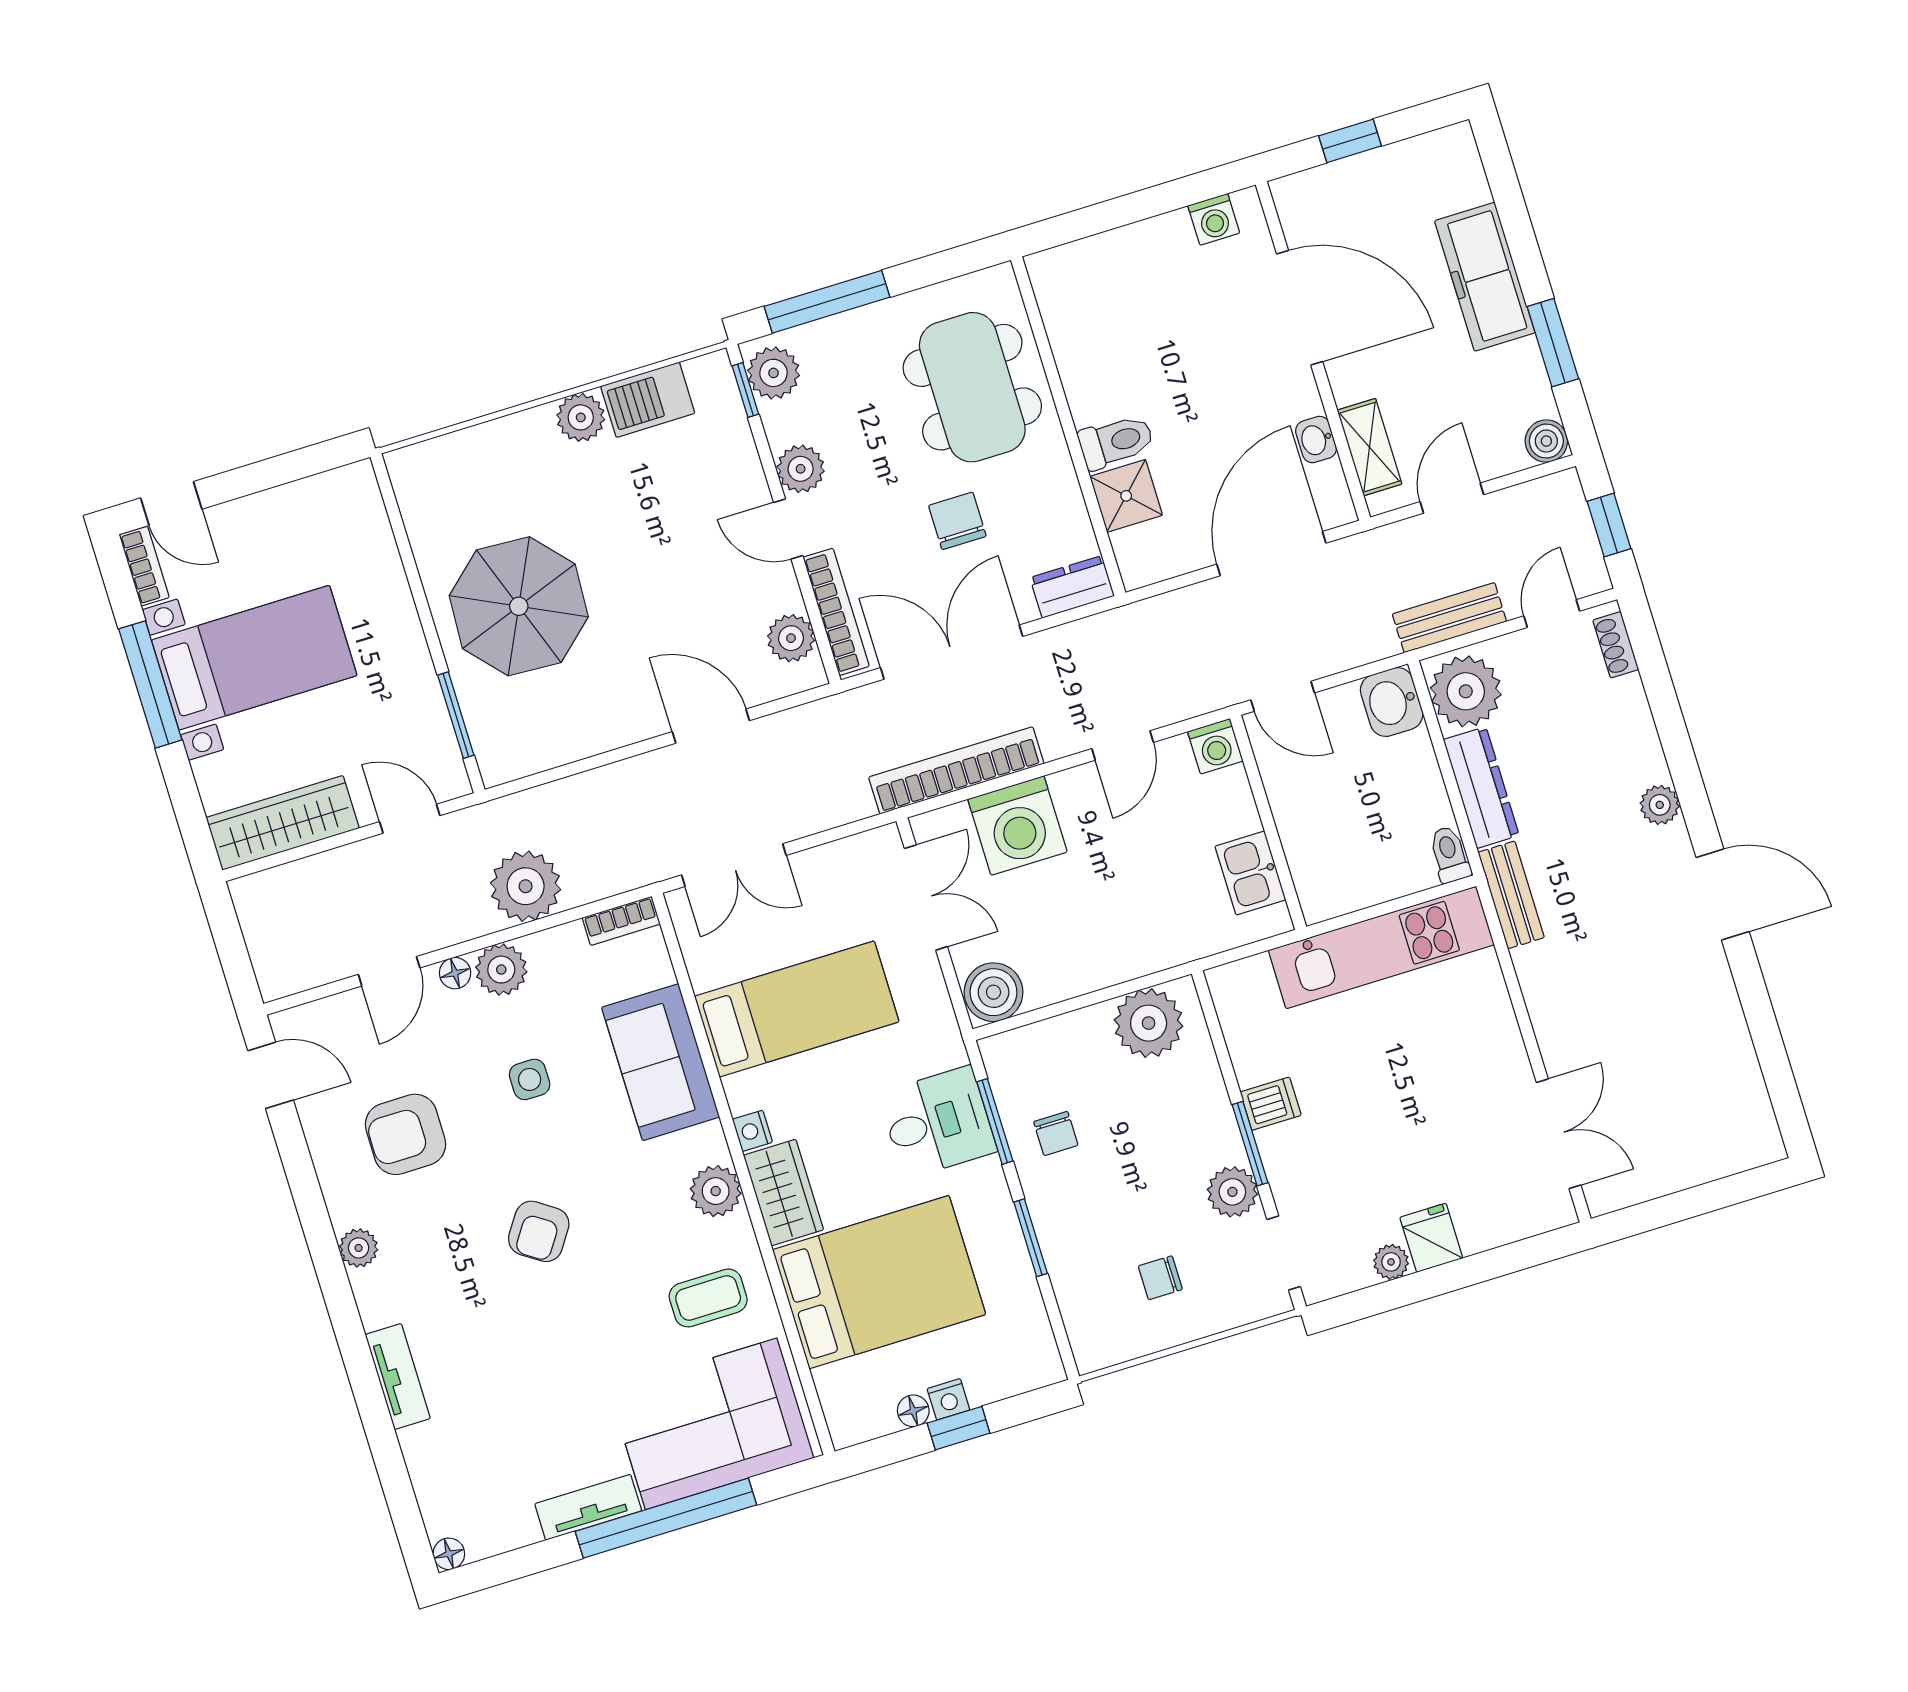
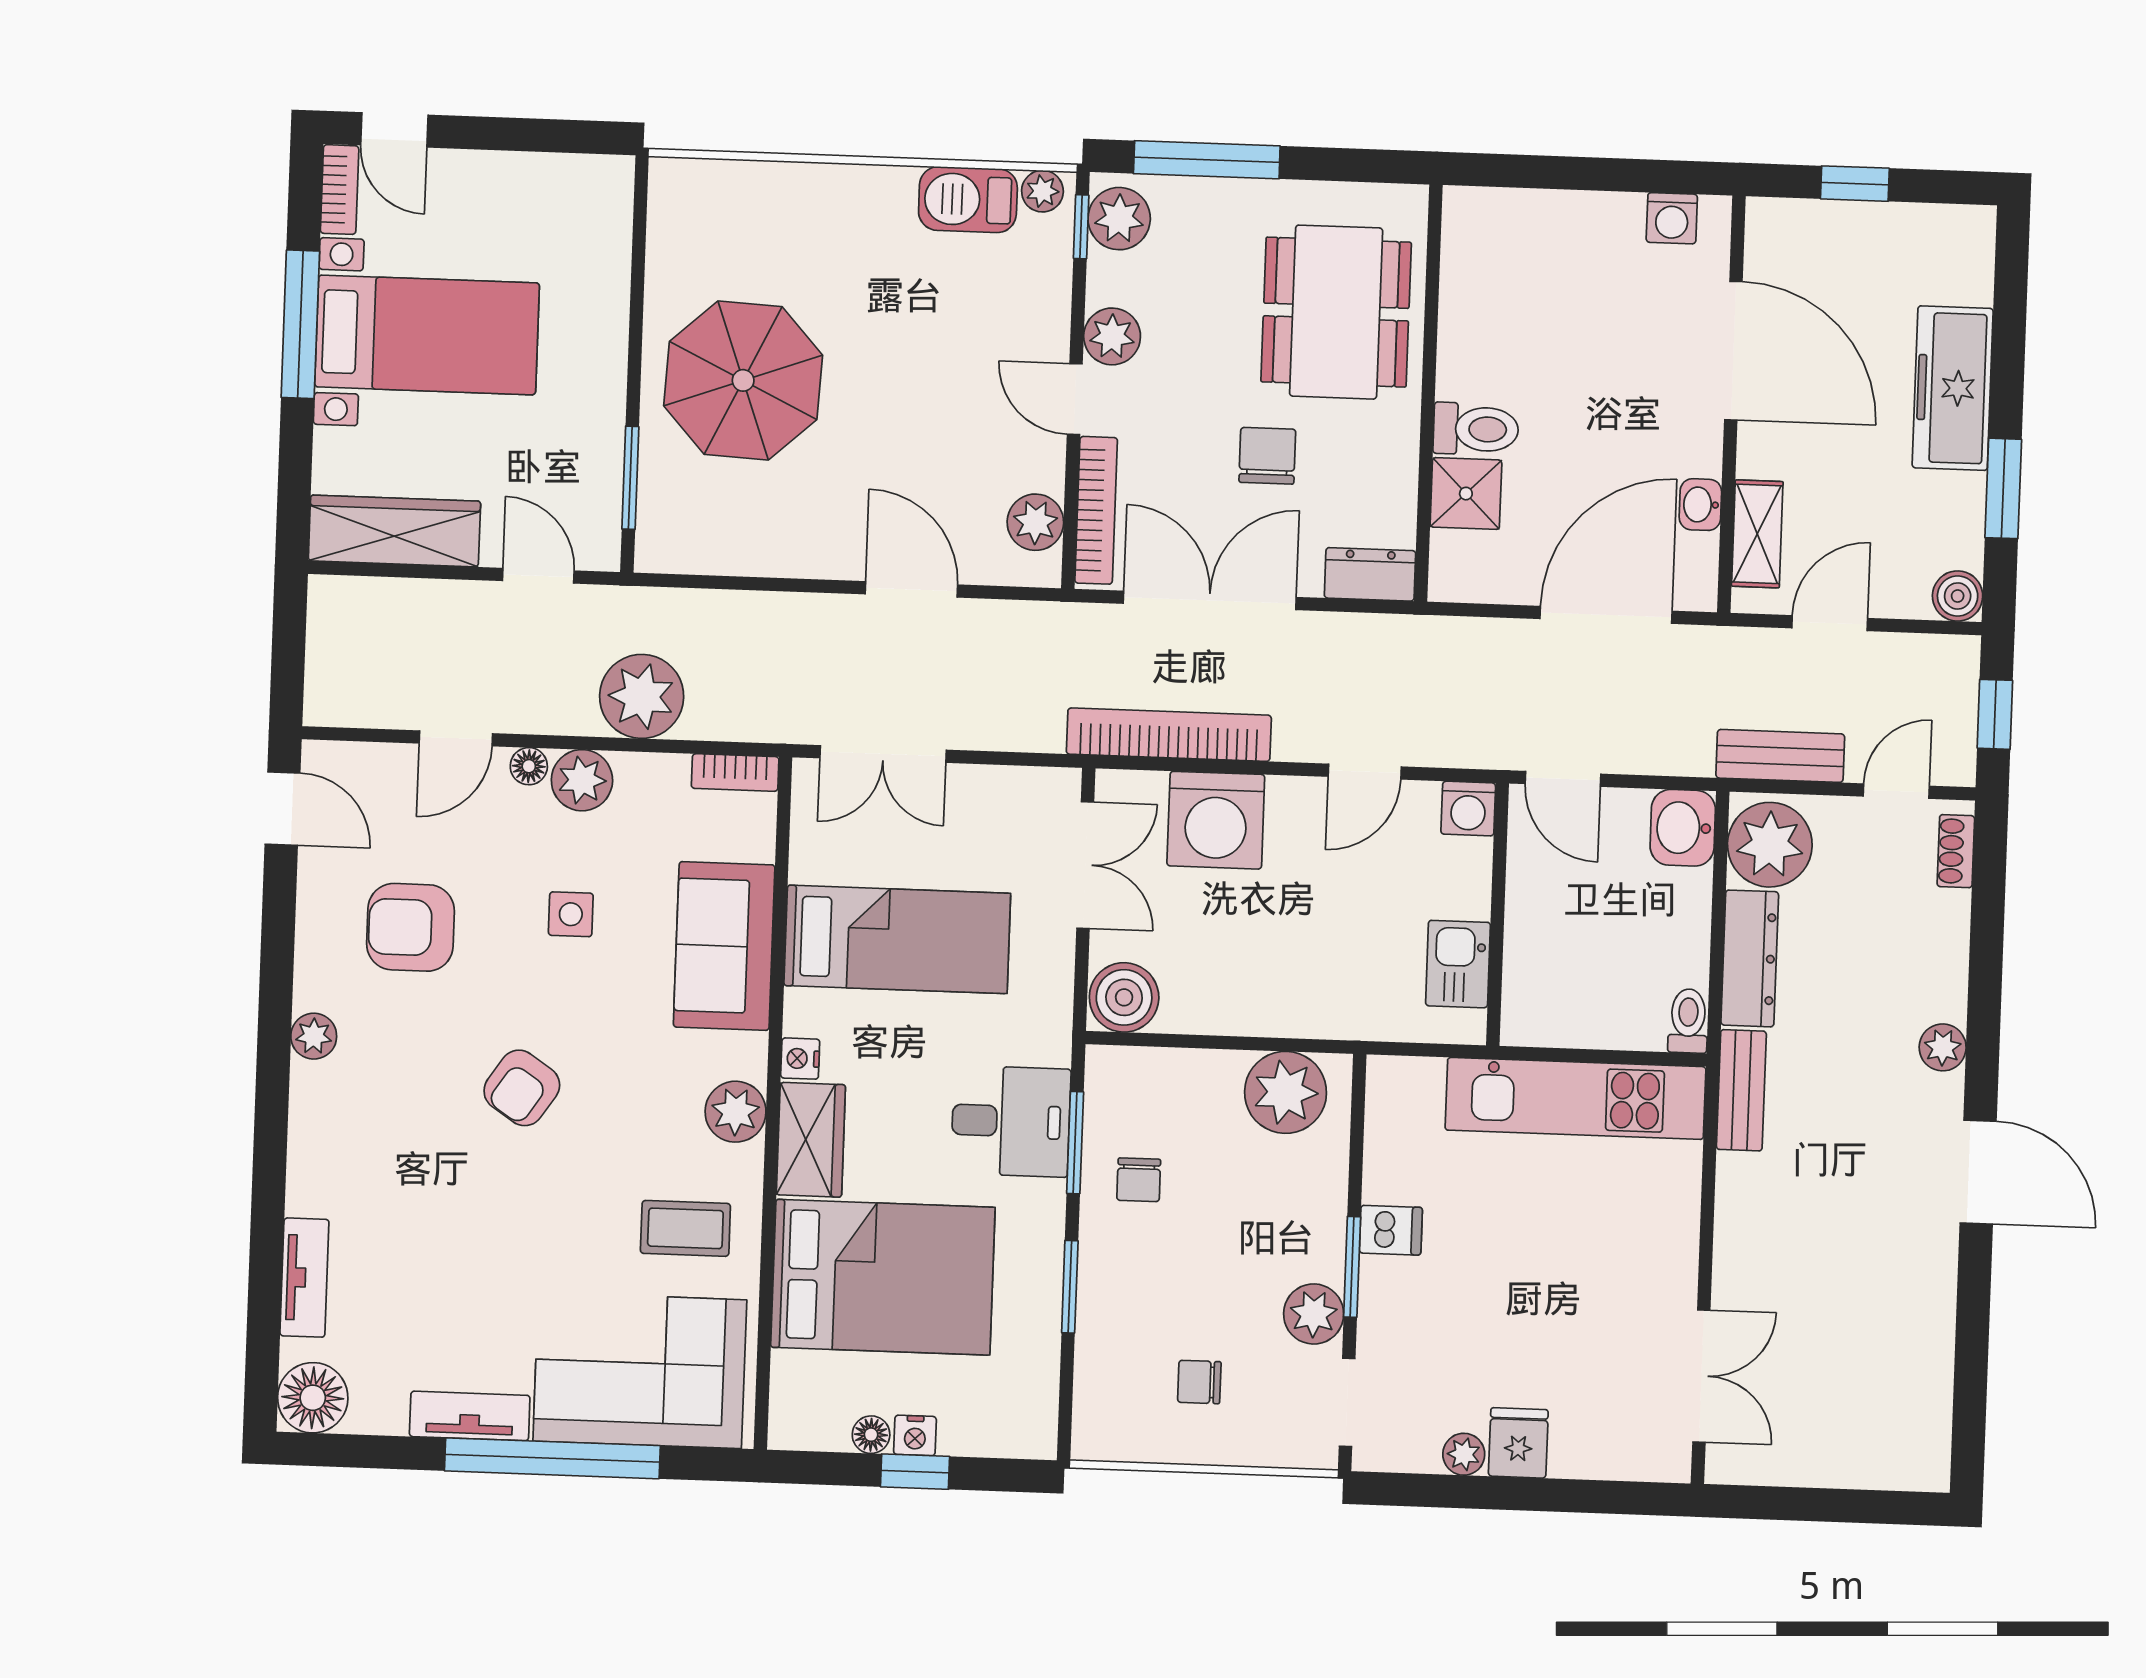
plant: (581, 417) -> (1042, 191), moved, width x0.73, depth x0.73
tv unit: (398, 1377) -> (304, 1278), moved
floor lamp: (449, 1554) -> (313, 1398), width x1.89, depth x1.89

